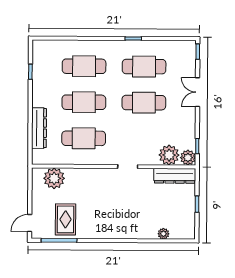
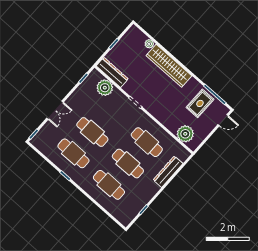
plant: (188, 158) -> (95, 76), removed
wardrobe: (127, 229) -> (169, 66), added

